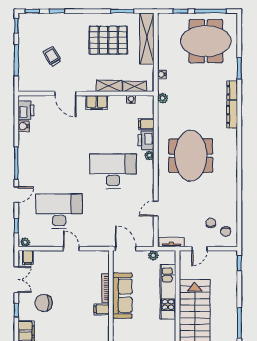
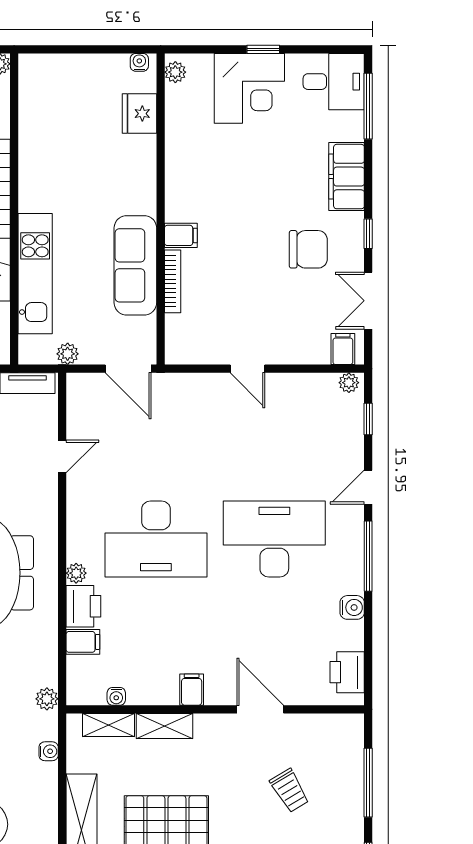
filing cabinet: (97, 102) -> (192, 690), width x0.50
water cooler: (24, 126) -> (352, 607), moved
desk: (59, 211) -> (274, 539), moved, turned 180

